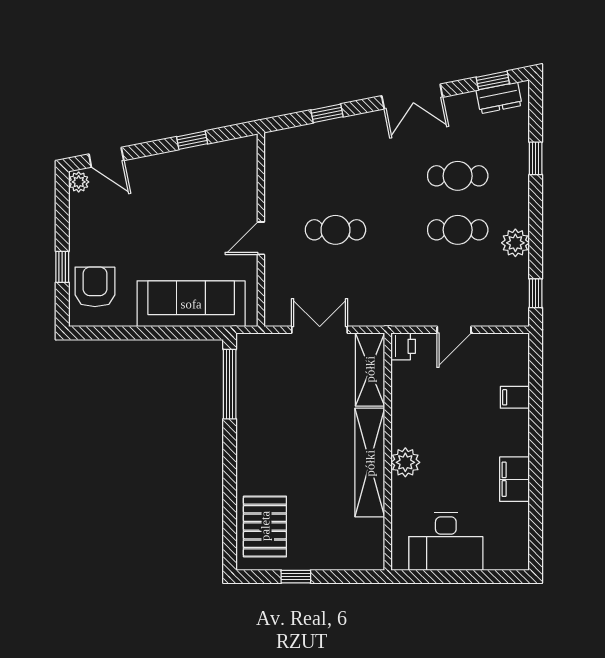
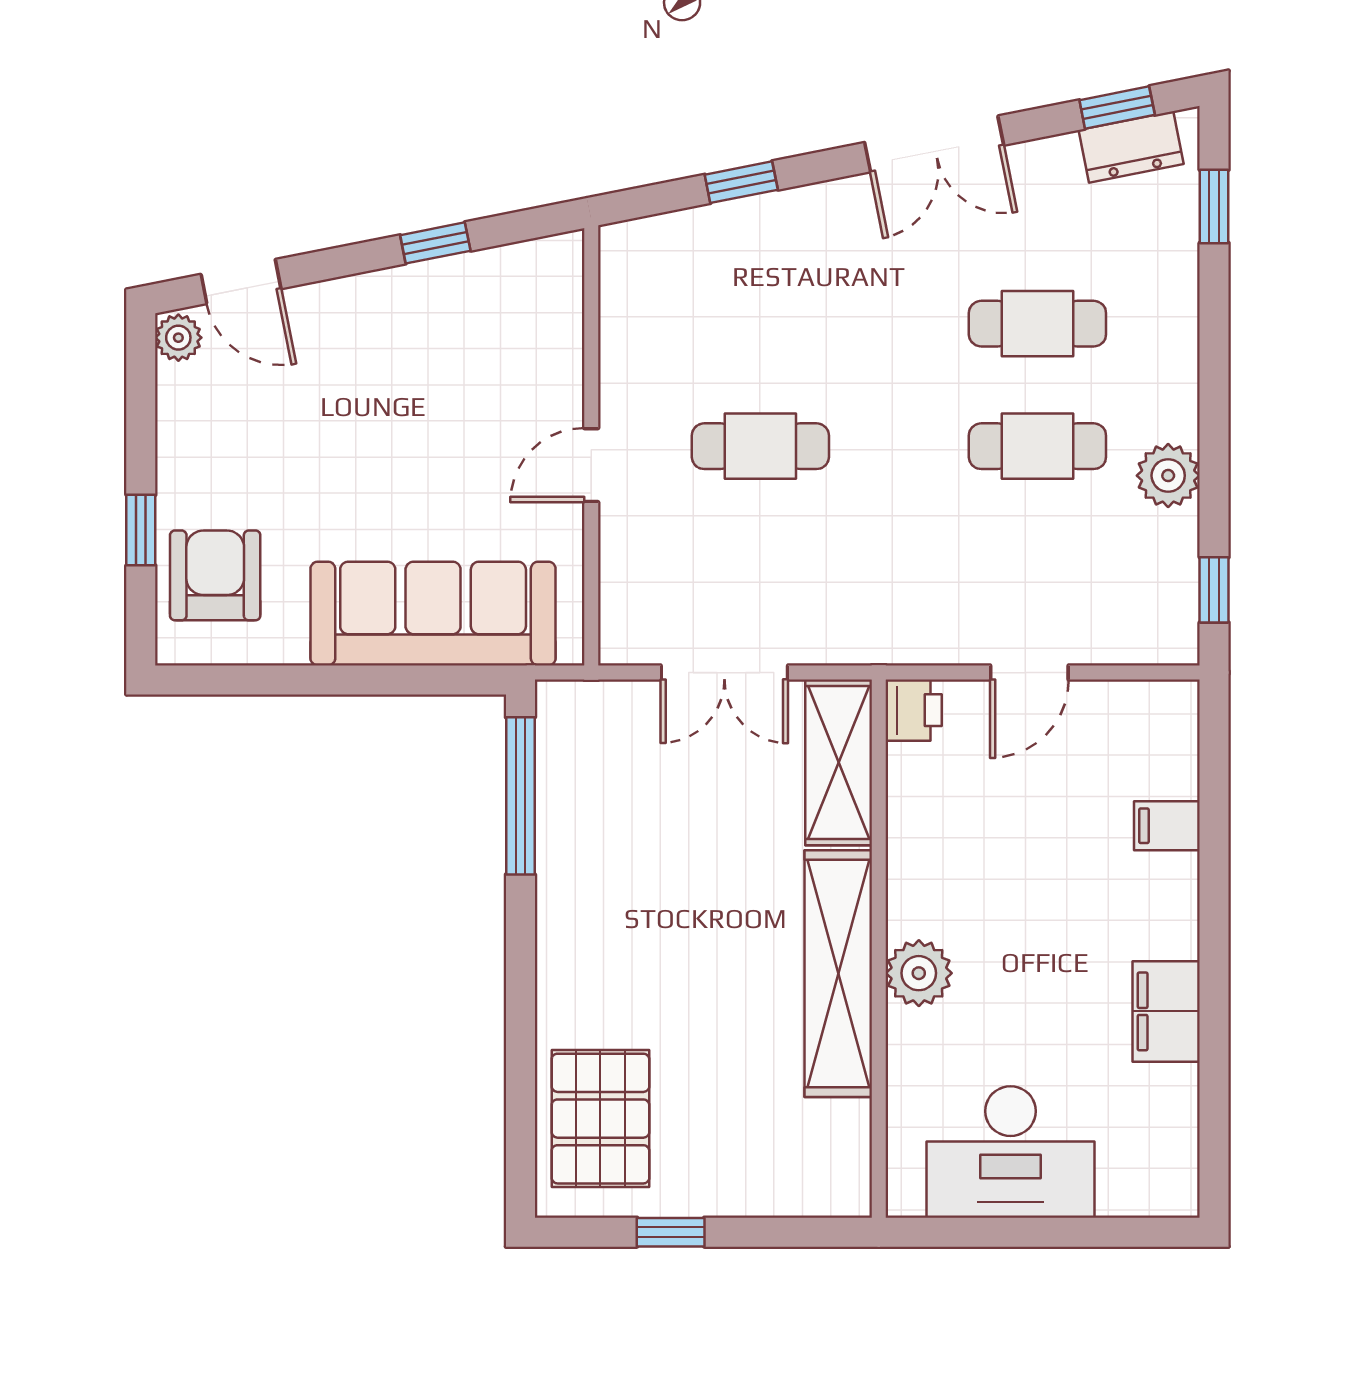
window: (536, 158) -> (1214, 206), moved
double door: (320, 330) -> (724, 673), swing flipped

